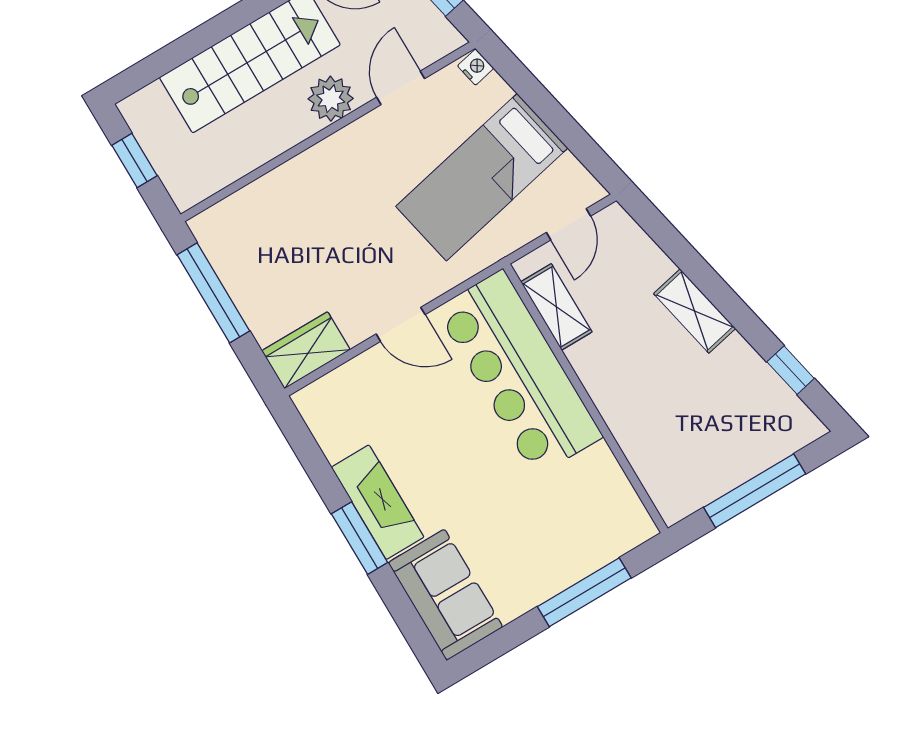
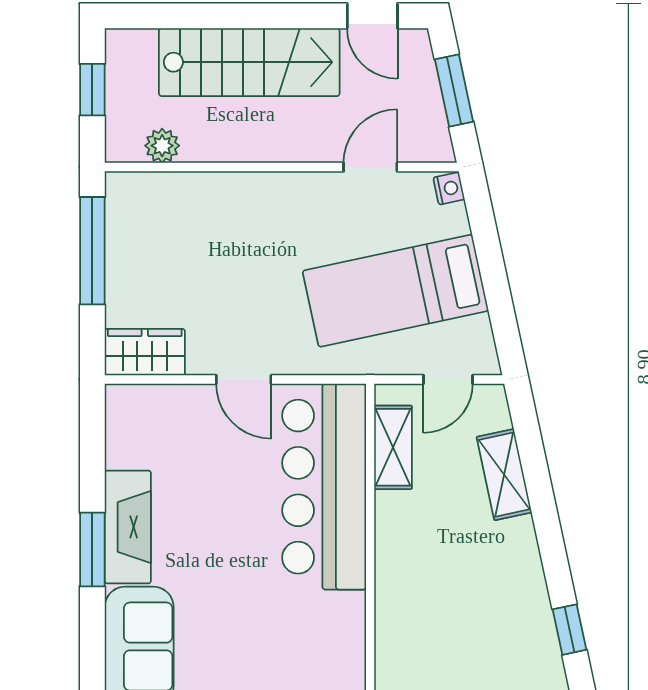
plant: (331, 99) -> (162, 146), moved, width x0.73, depth x0.73
shelving: (695, 311) -> (504, 475), moved

